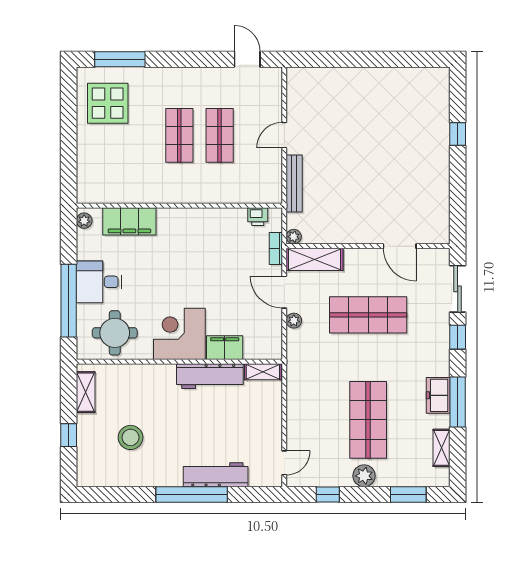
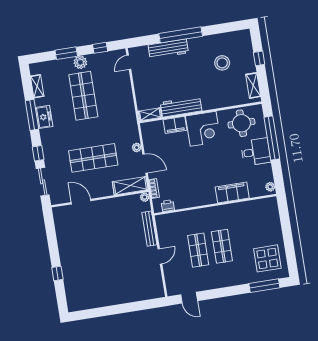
filing cabinet: (129, 221) -> (232, 192), moved
window: (408, 495) -> (66, 53), moved

